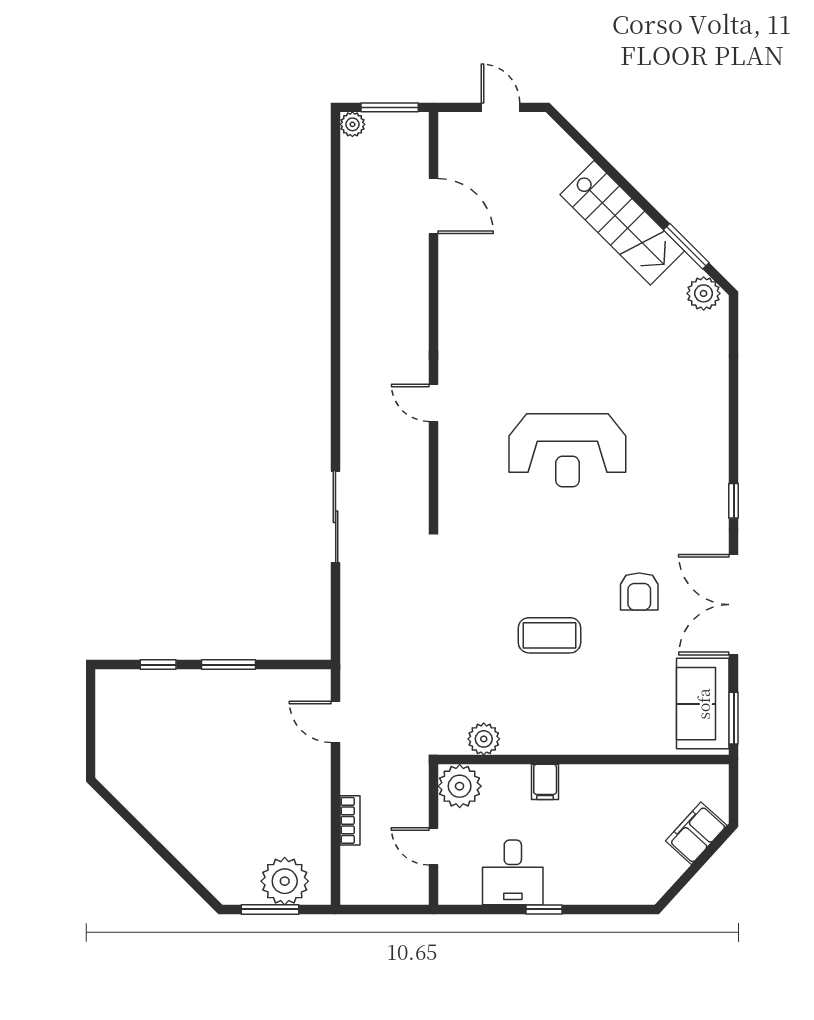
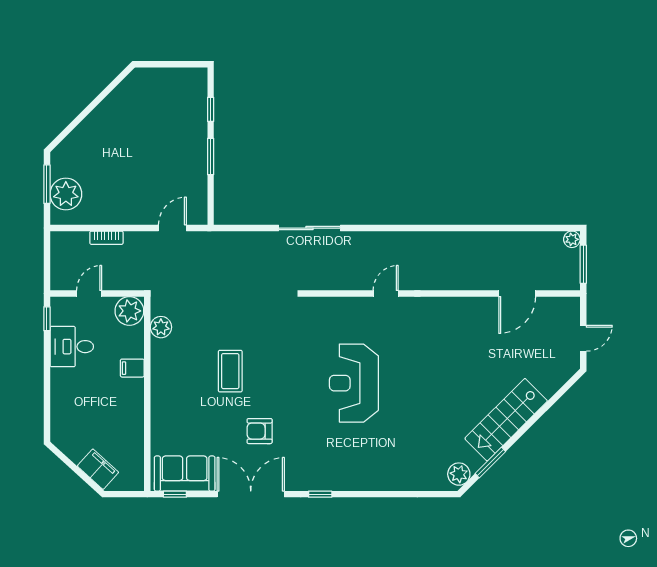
window: (734, 718) -> (175, 494), width x0.67
window: (544, 909) -> (47, 319), moved

